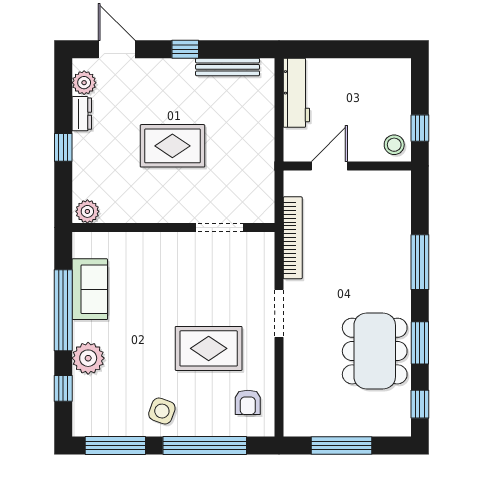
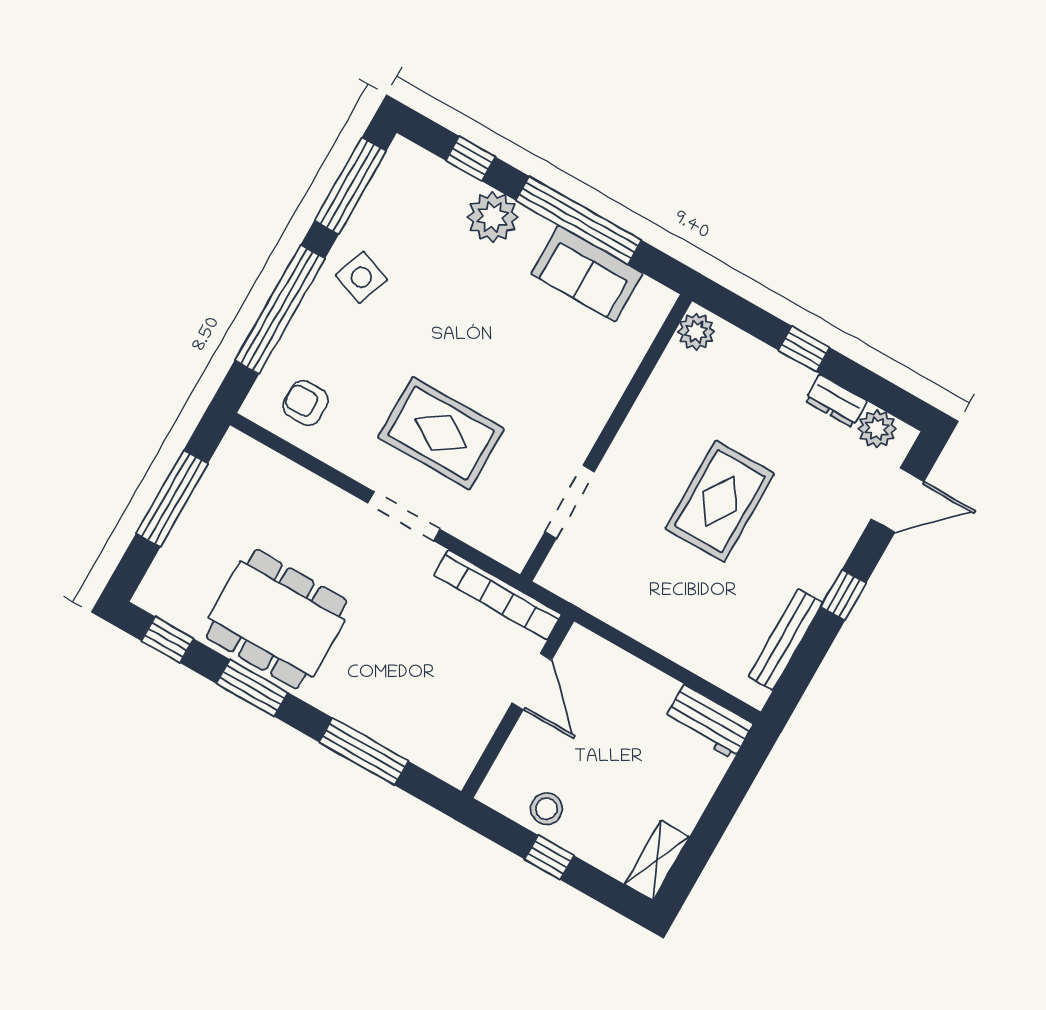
shelving: (388, 68) -> (657, 860), added
workbench: (296, 93) -> (709, 722), width x0.73
door: (329, 166) -> (532, 682), moved
wall: (347, 166) -> (518, 706), moved
rug: (209, 348) -> (441, 433), moved, turned 90

